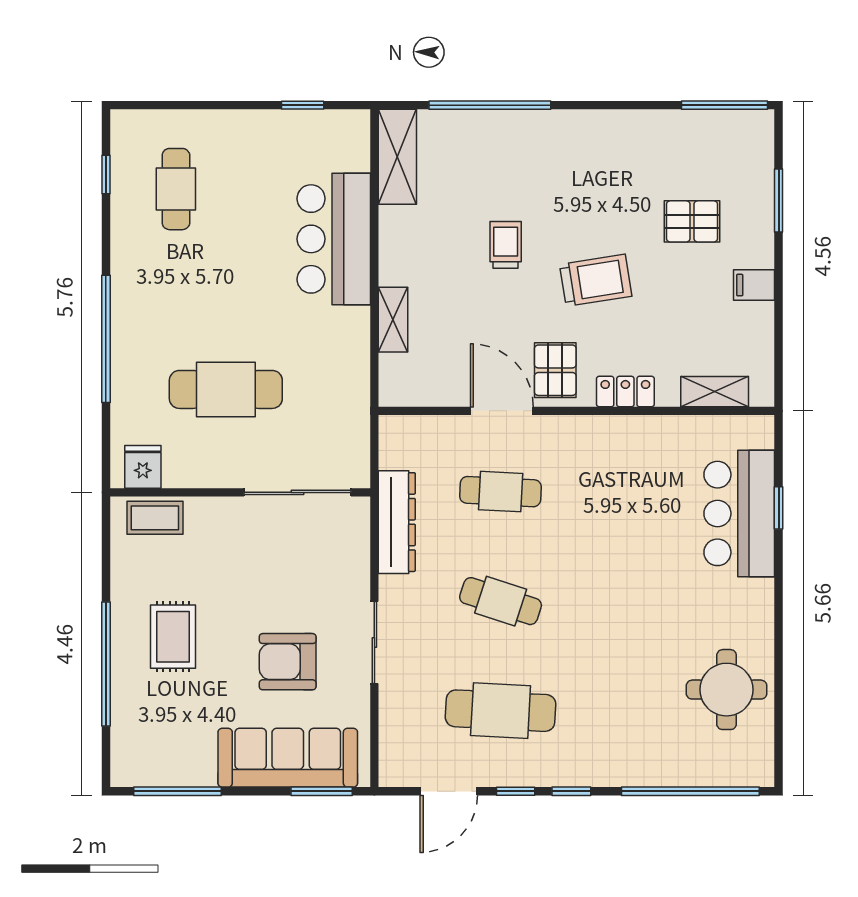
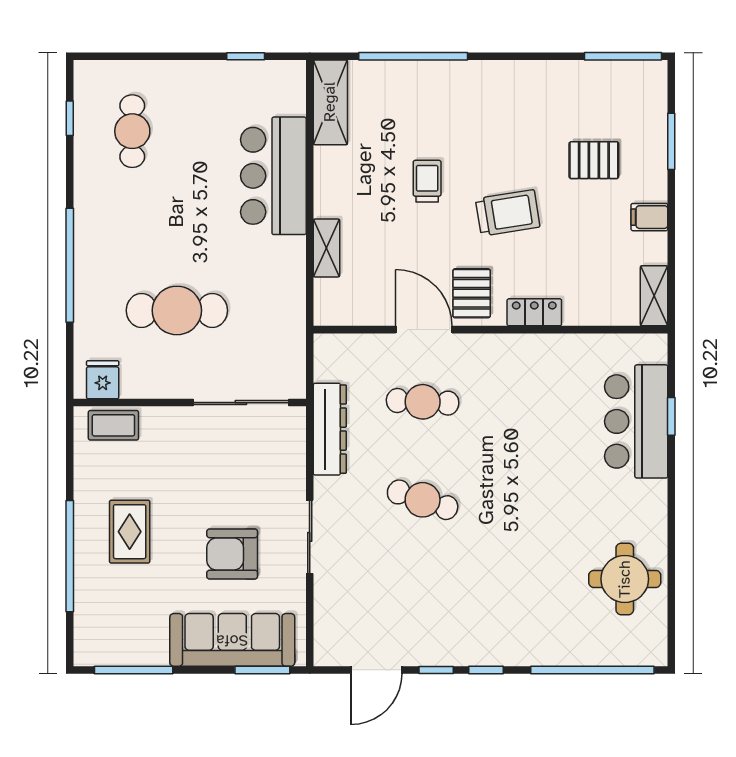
shelving: (715, 392) -> (654, 296), moved, turned 90
cafe table: (501, 711) -> (423, 598), removed

